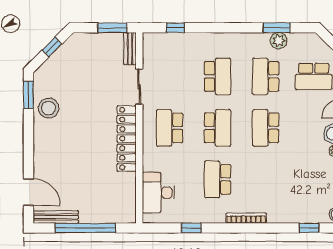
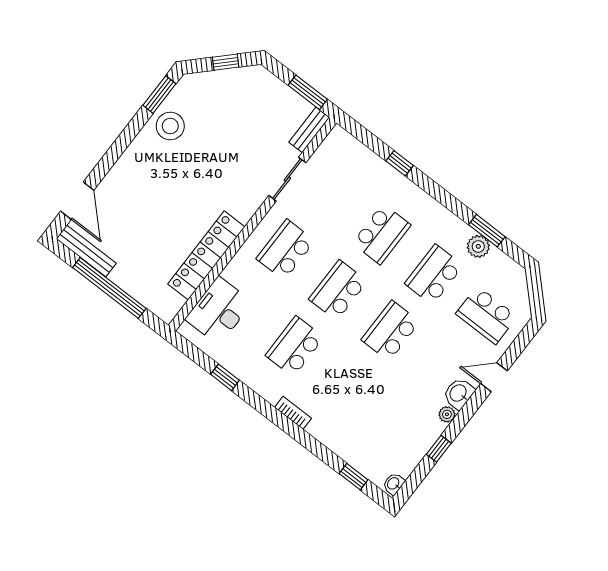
window: (175, 28) -> (400, 163), moved
school desk: (218, 128) -> (338, 290), turned 180
locker: (127, 139) -> (206, 255), moved
bookcase: (246, 218) -> (293, 413), width x0.64

